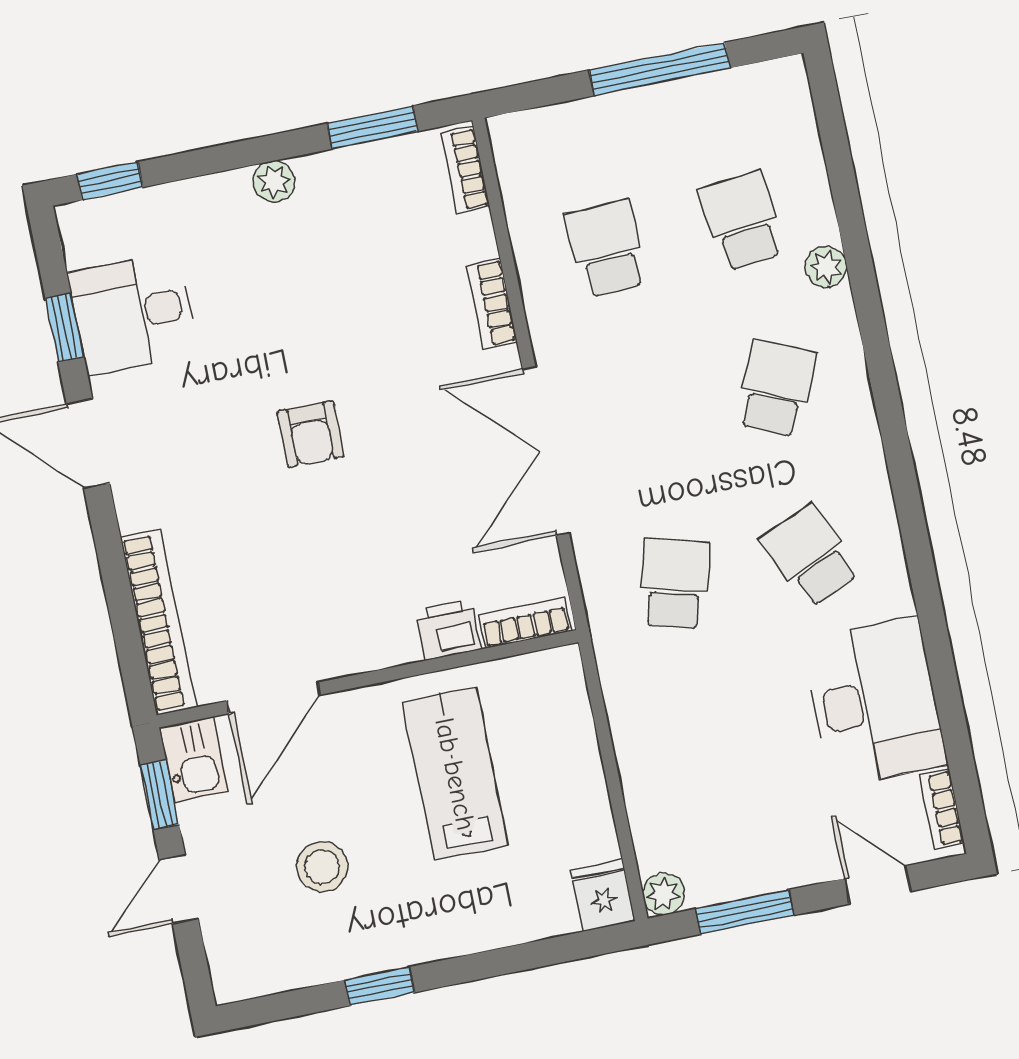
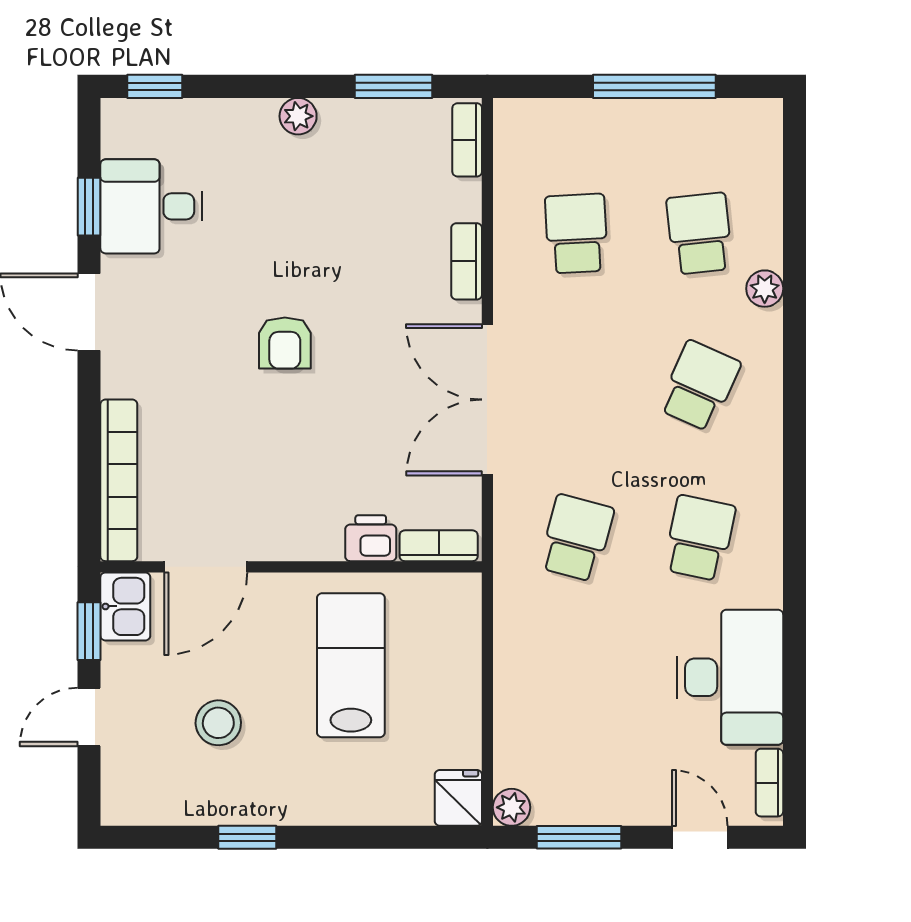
school desk: (810, 556) -> (699, 538), turned 36

